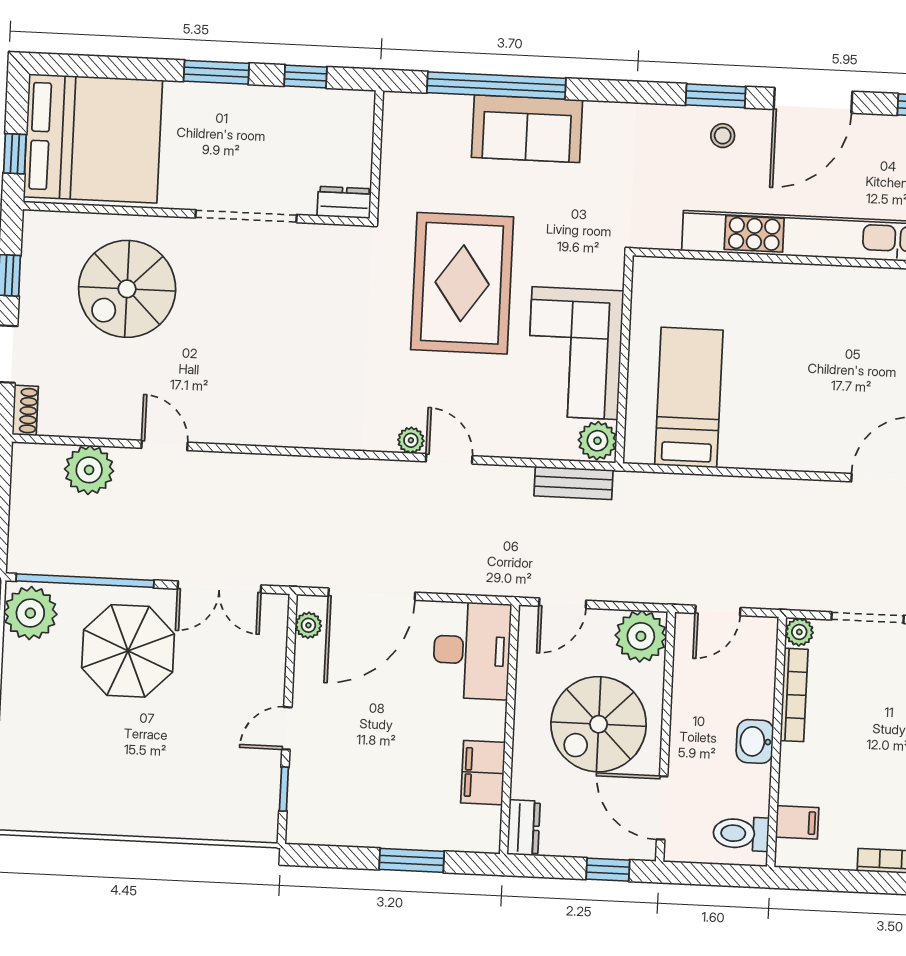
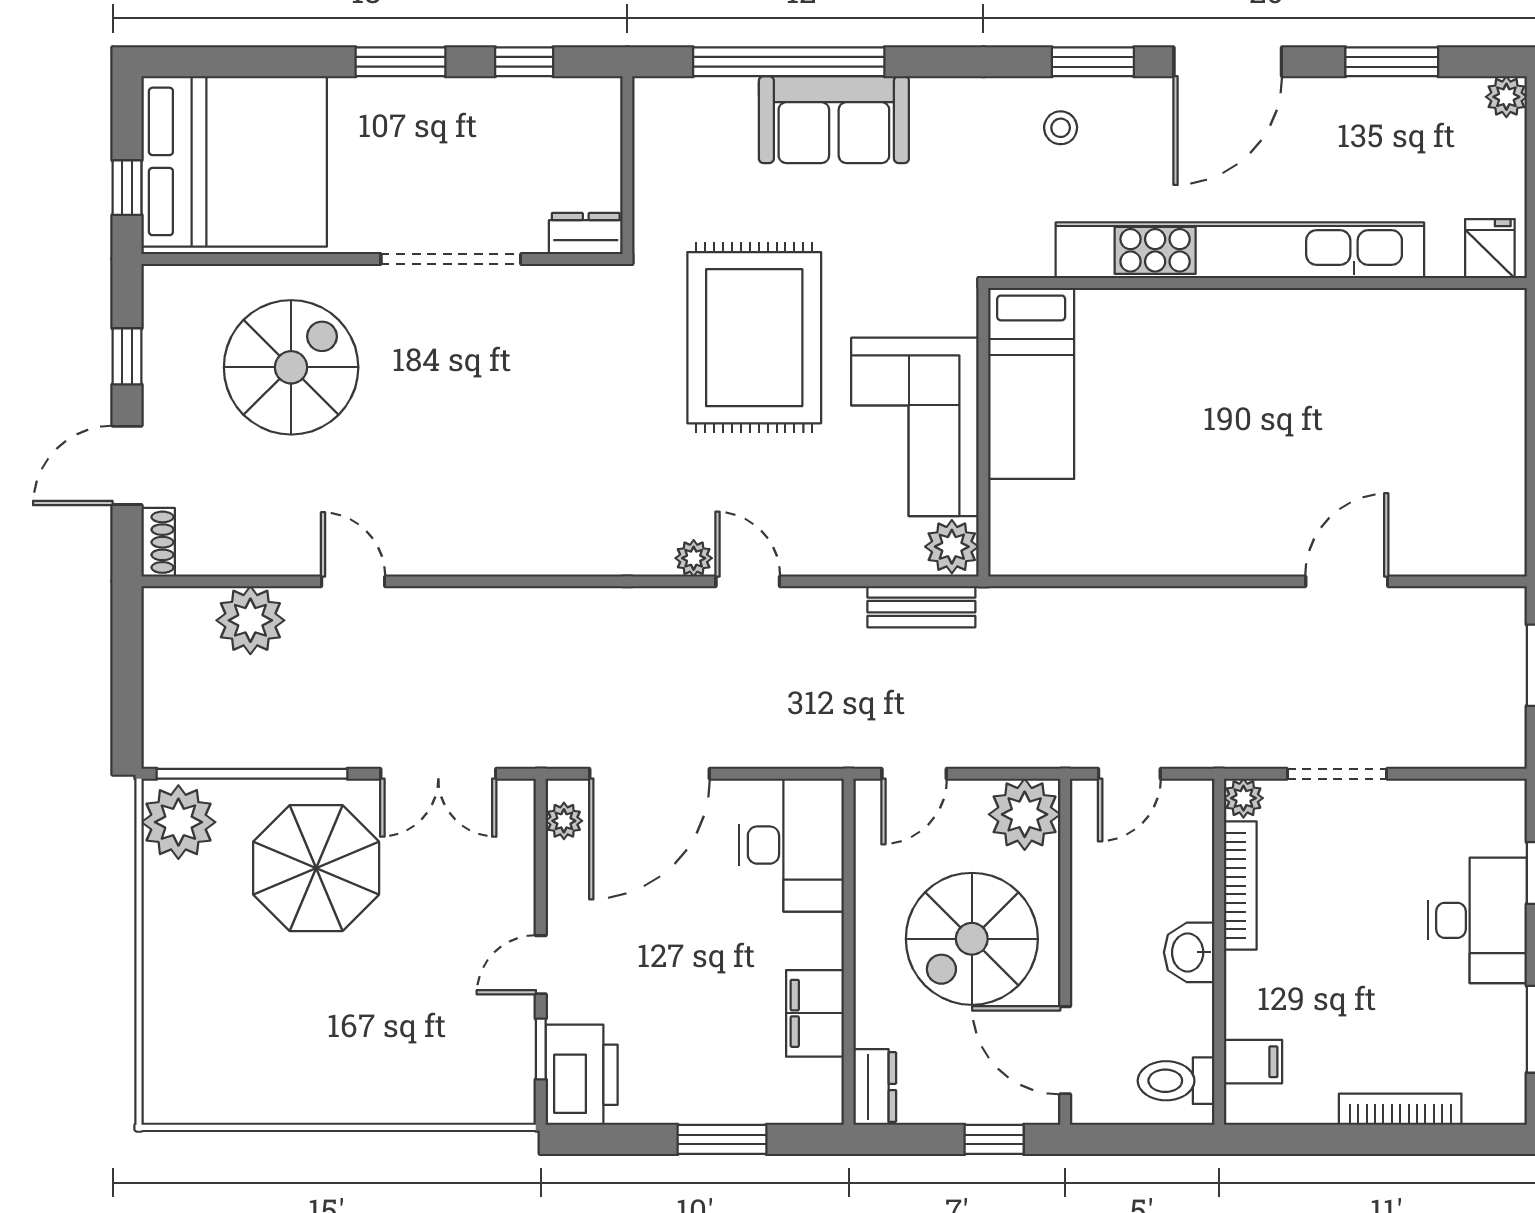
stool: (723, 136) -> (1061, 128), moved
spiral stairs: (127, 289) -> (291, 367), turned 180
bed: (689, 398) -> (1031, 383), moved, turned 180
printer: (313, 809) -> (582, 1075), added

